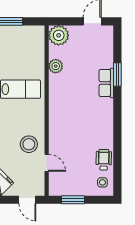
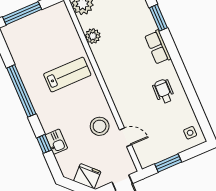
row of seats: (106, 83) -> (158, 47), moved
wheelchair: (104, 160) -> (164, 91), moved

